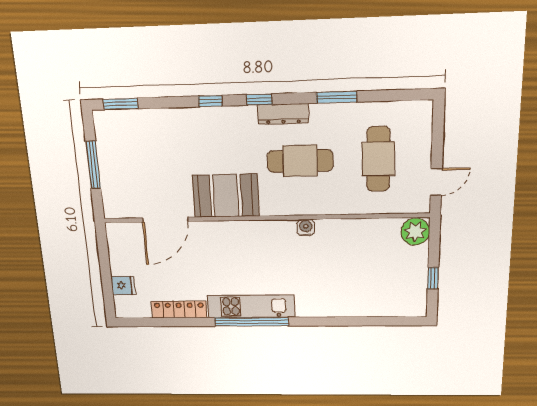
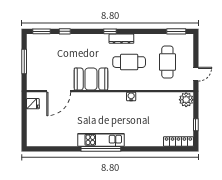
window: (337, 97) -> (176, 31), moved
window: (210, 101) -> (65, 31), moved
fridge: (123, 285) -> (33, 104), moved
locker: (179, 309) -> (178, 141), moved

